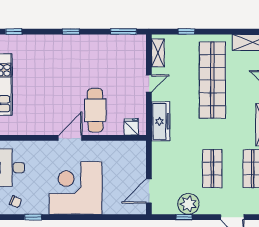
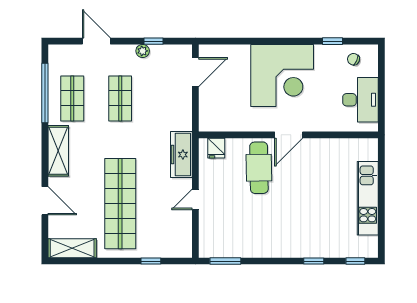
window: (71, 32) -> (314, 261), moved
shelving: (158, 53) -> (185, 236), removed
plant: (188, 204) -> (143, 51), width x0.53, depth x0.53

